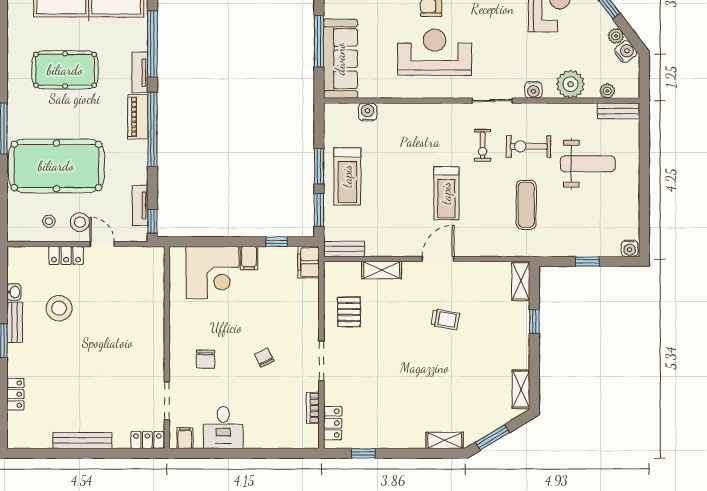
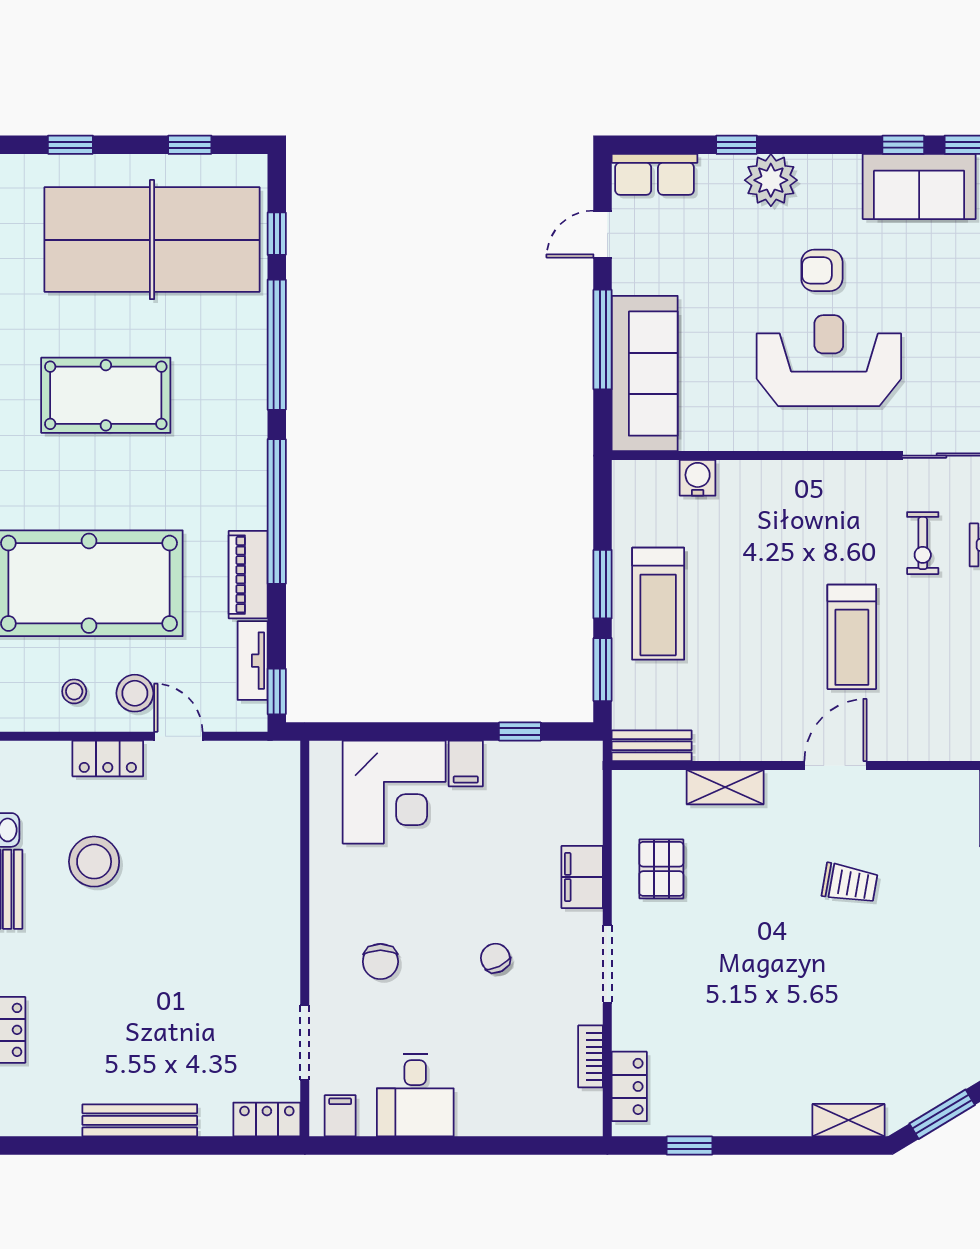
tv unit: (140, 72) -> (252, 400), removed
piano: (138, 117) -> (248, 575), moved
filing cabinet: (309, 262) -> (582, 877), moved

